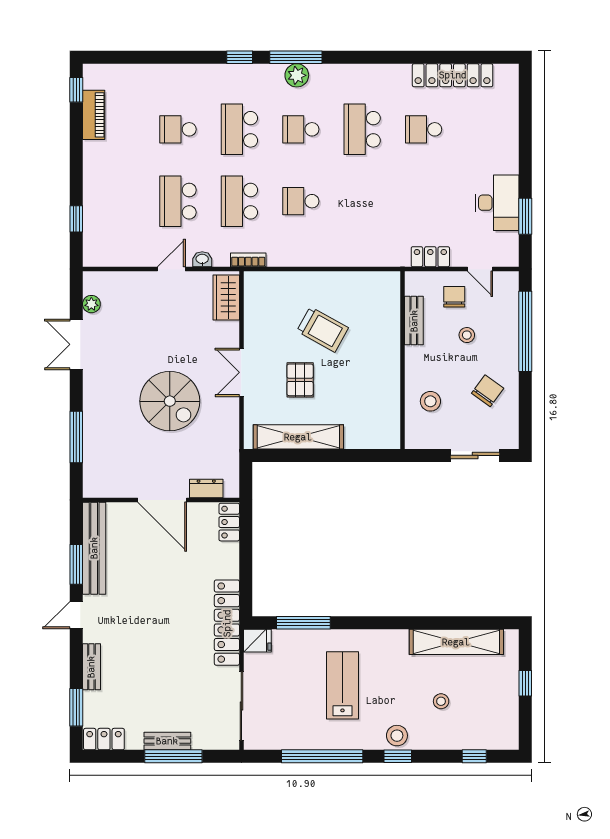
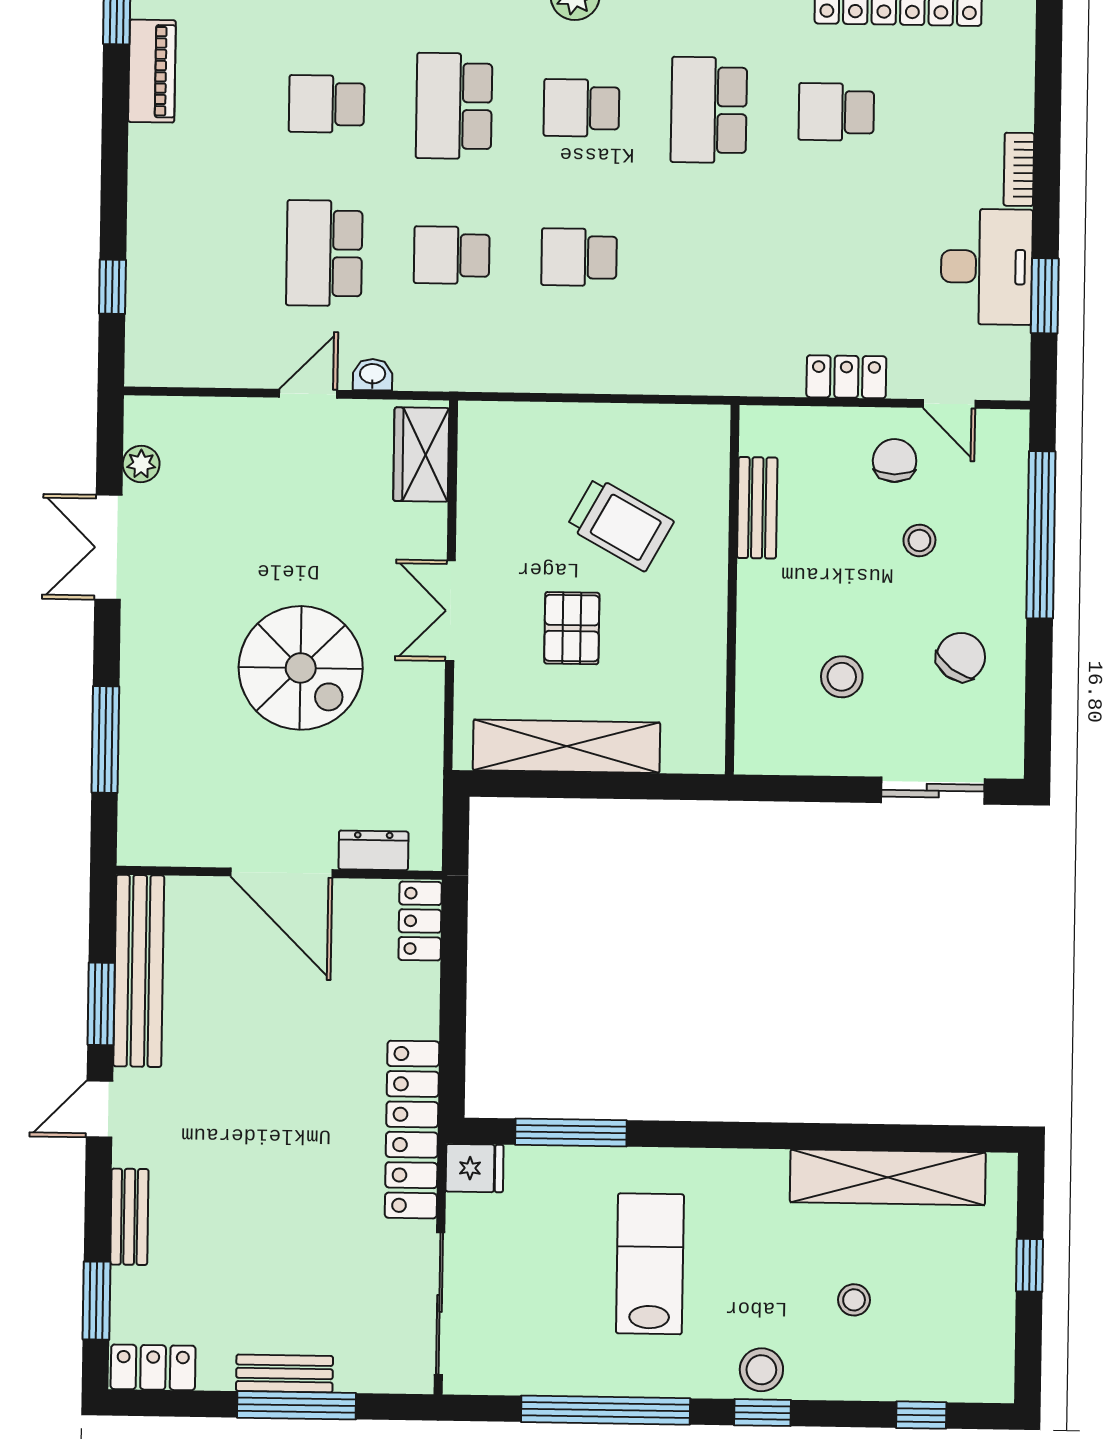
school desk: (239, 201) -> (452, 255), width x0.54
bookcase: (248, 260) -> (1019, 169), moved, turned -90
bench: (414, 321) -> (757, 508), moved
wall: (402, 360) -> (732, 590), moved

